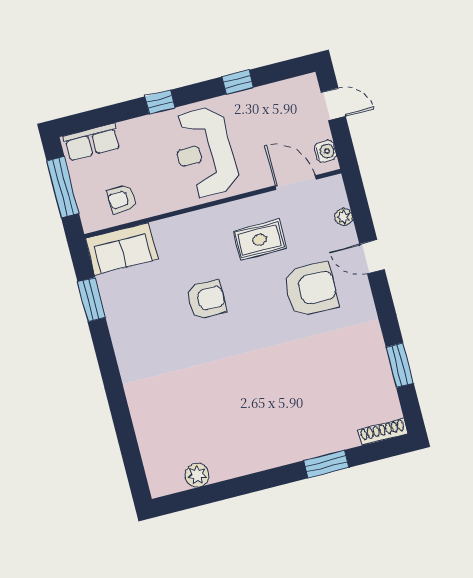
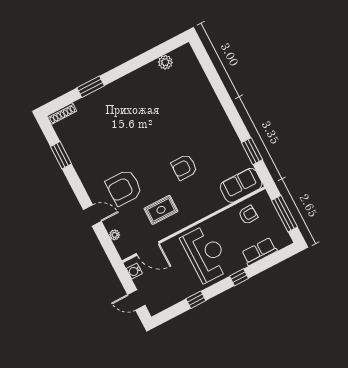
row of seats: (92, 142) -> (259, 252), moved

